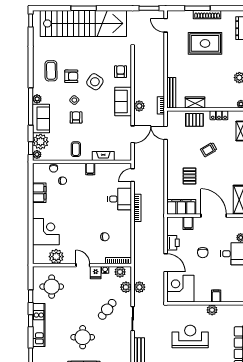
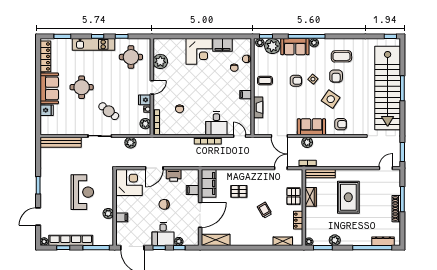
rug: (205, 43) -> (348, 197), moved
corner desk: (46, 232) -> (199, 51), moved
plant: (126, 287) -> (130, 129), removed

